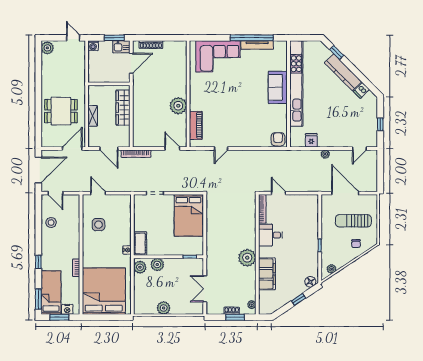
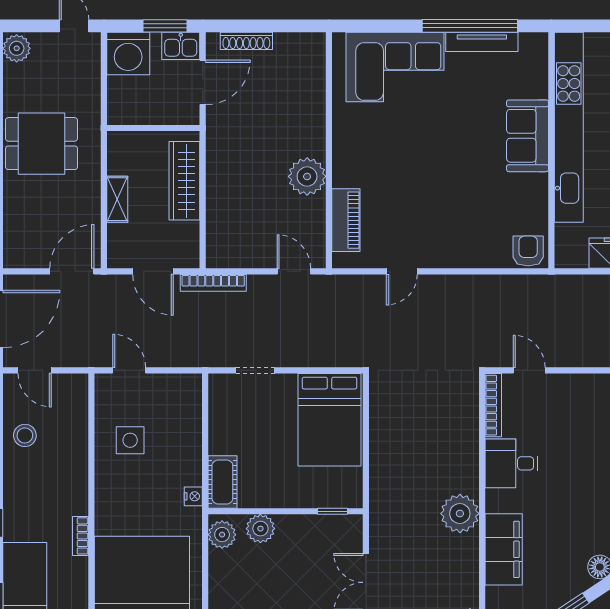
washing machine: (93, 46) -> (128, 53), width x1.89, depth x1.89
dining table: (61, 111) -> (42, 144), moved

